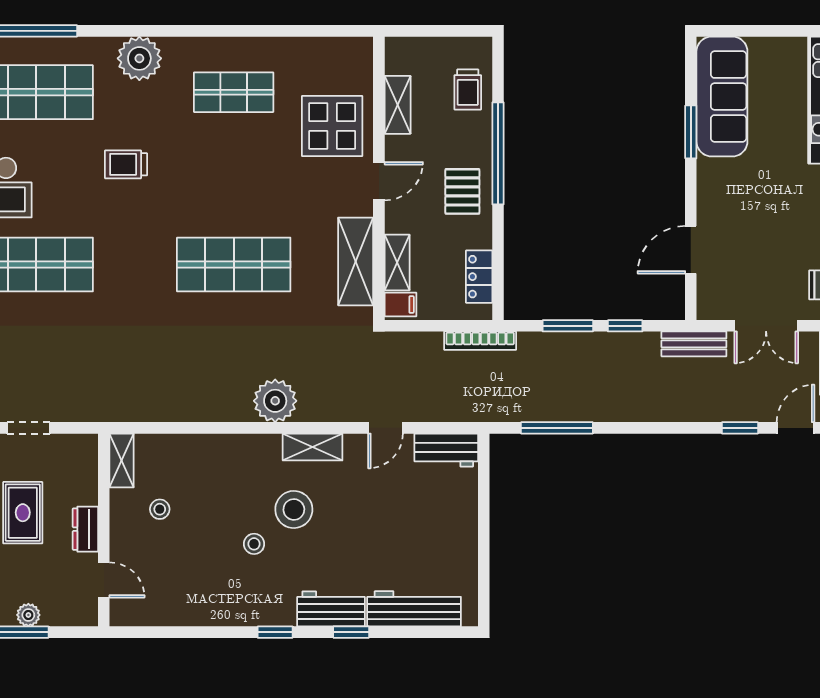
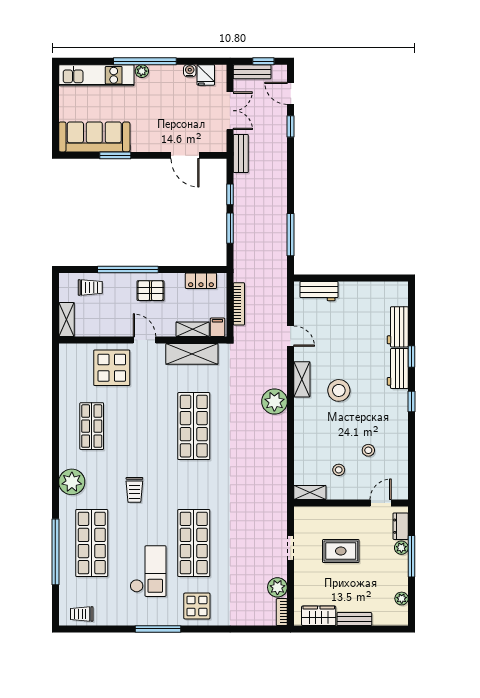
shelving: (398, 105) -> (67, 320), moved, turned 90
bookcase: (480, 341) -> (239, 304), moved
workbench: (446, 450) -> (319, 291), moved, turned 90
dresser: (85, 529) -> (401, 526), moved, turned 90
stool: (254, 544) -> (368, 450), moved
workbench: (414, 609) -> (398, 327), width x0.73

